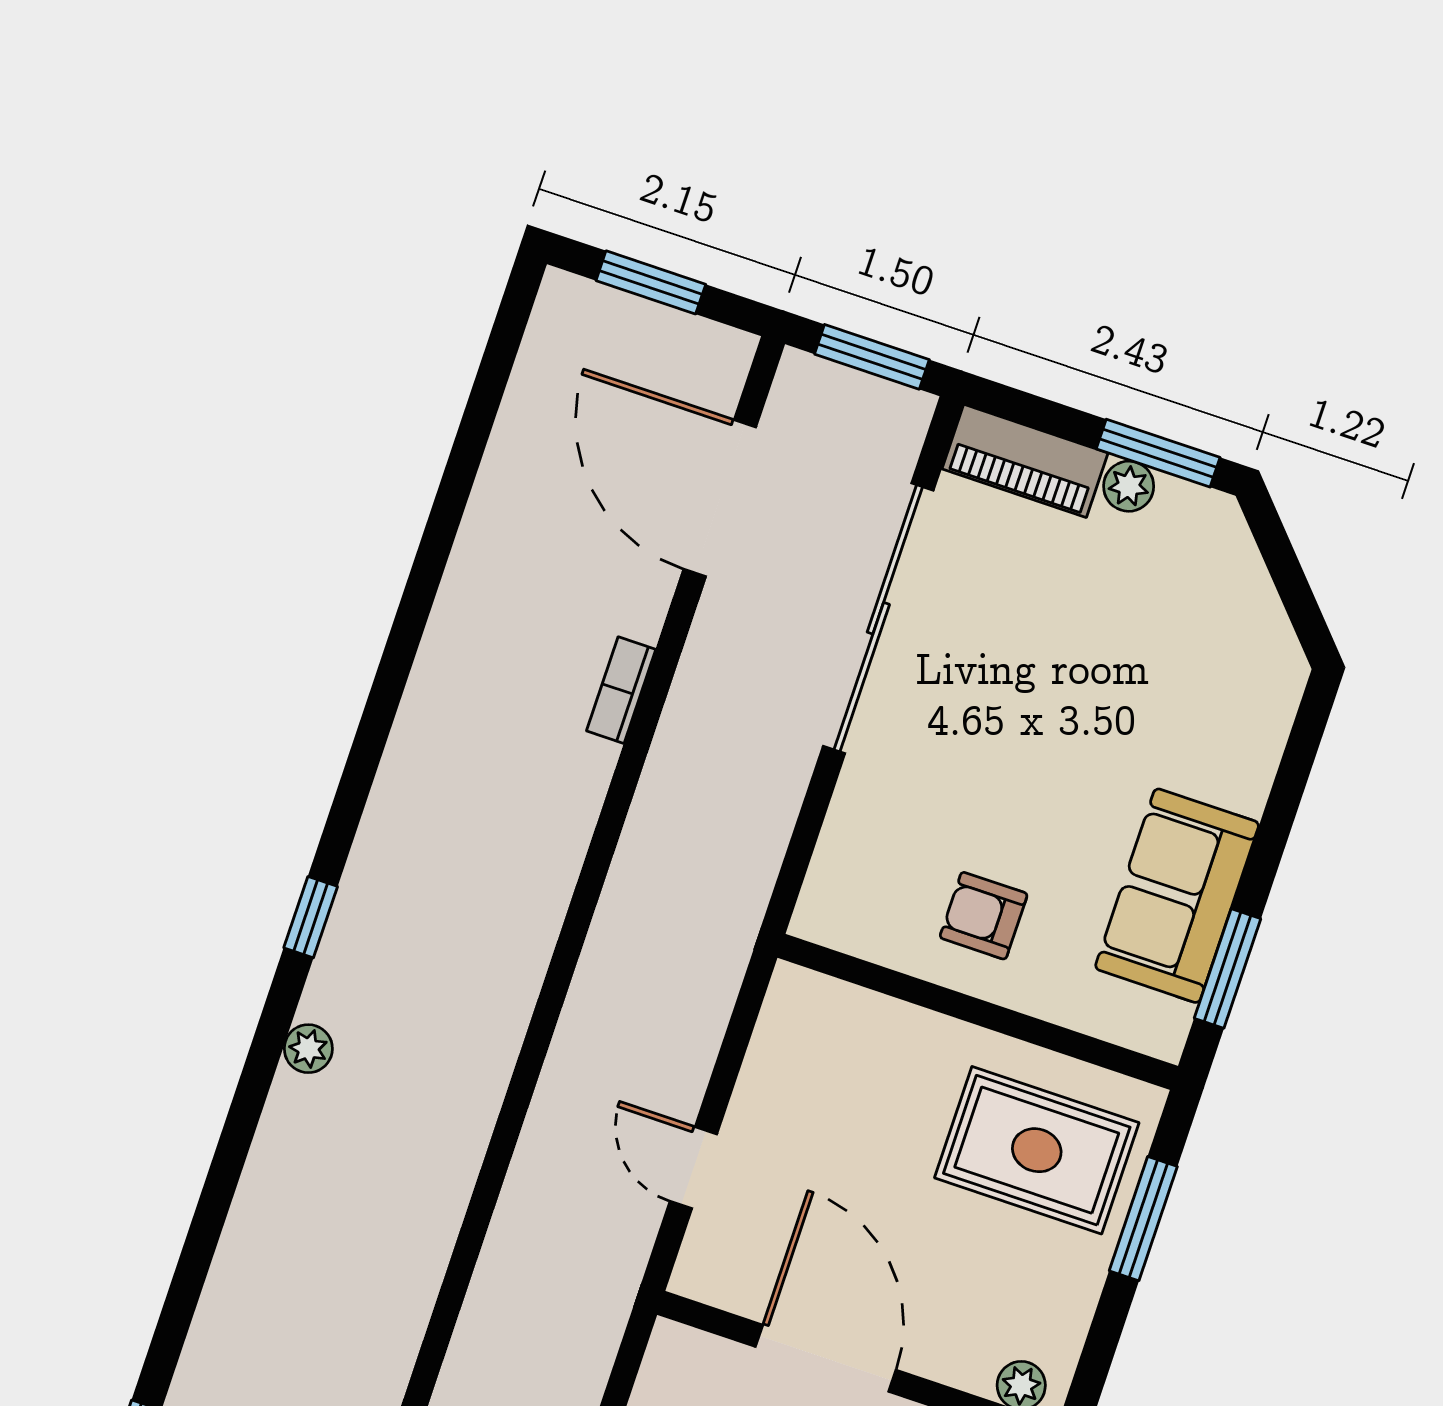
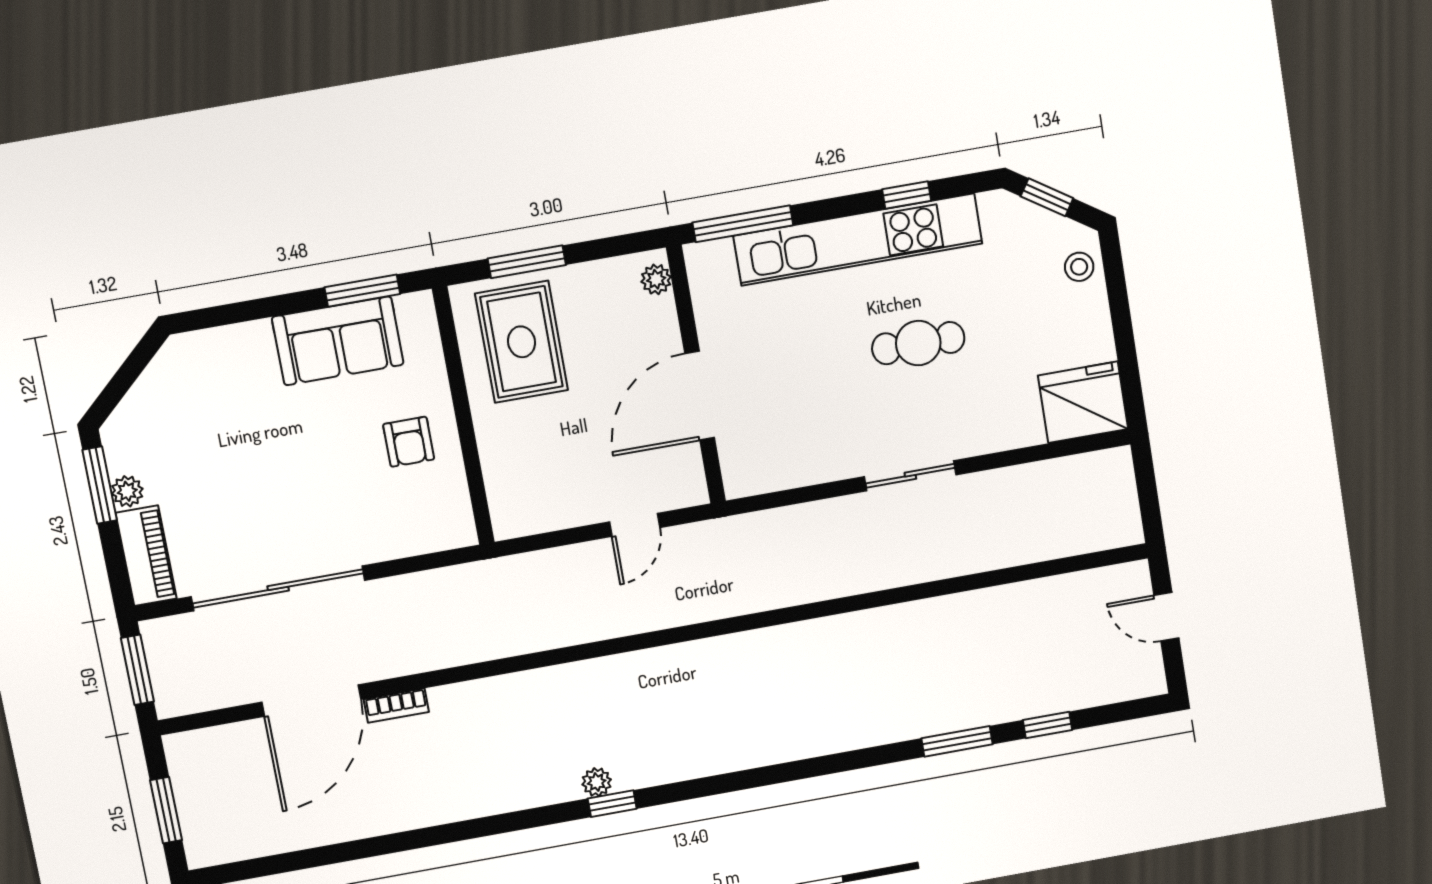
door: (720, 498) -> (311, 701), moved
plant: (308, 1049) -> (597, 782), moved

